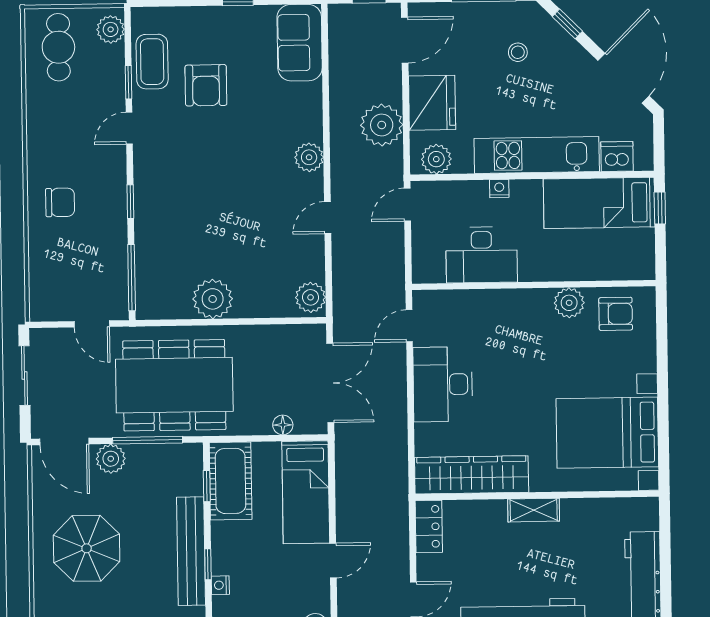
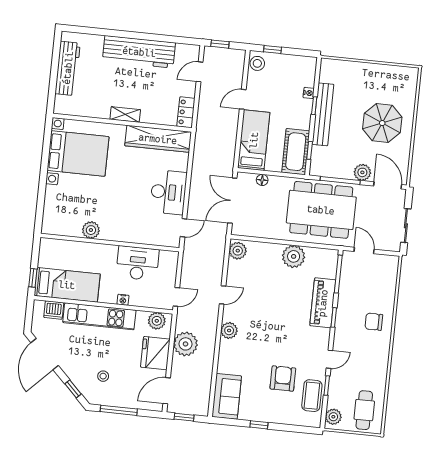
piano: (152, 225) -> (323, 303), added
armchair: (616, 314) -> (65, 221), removed

